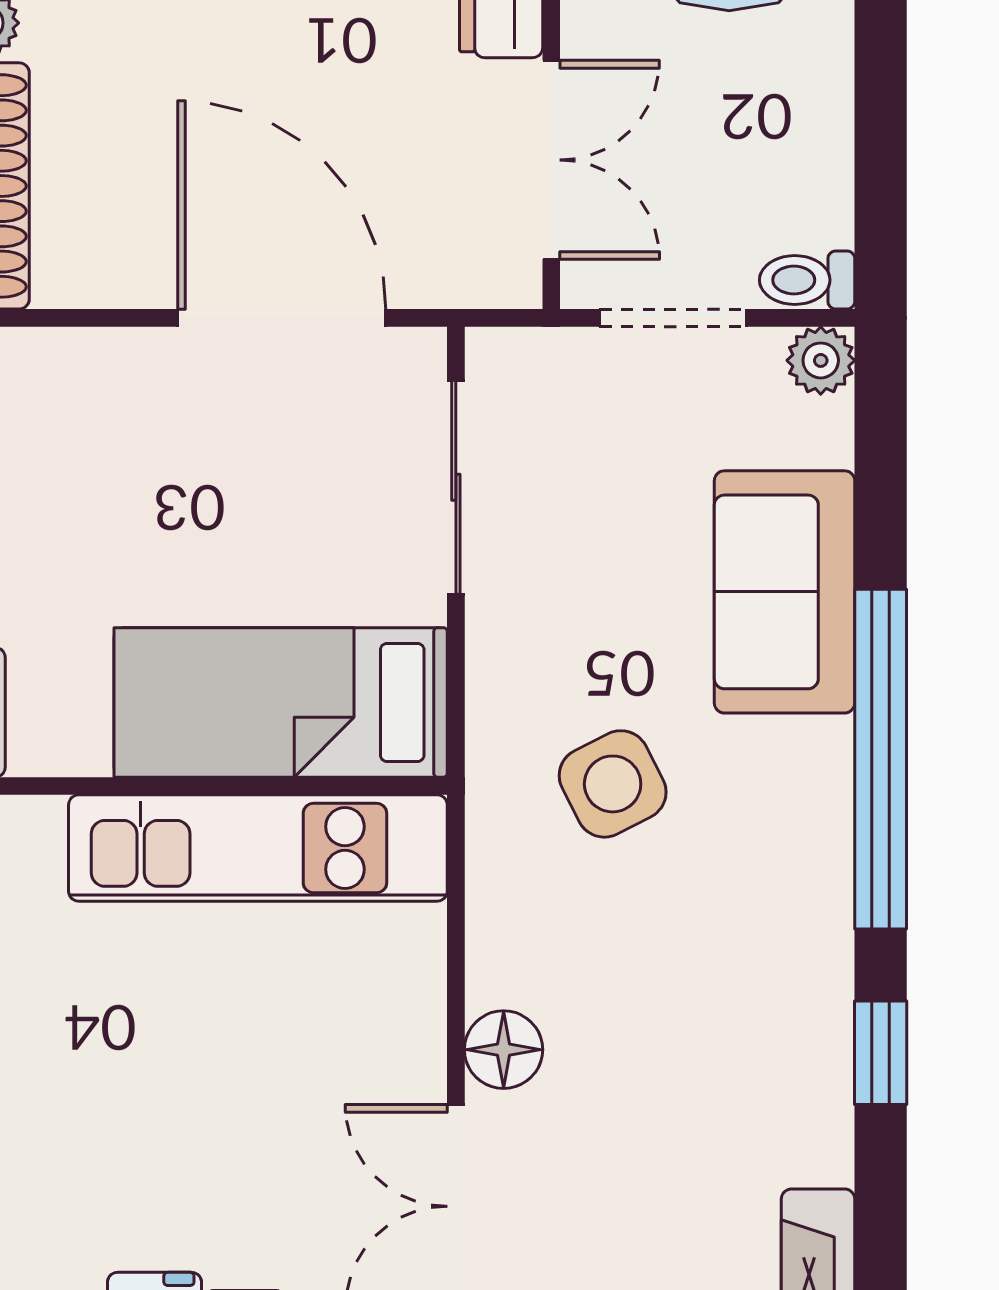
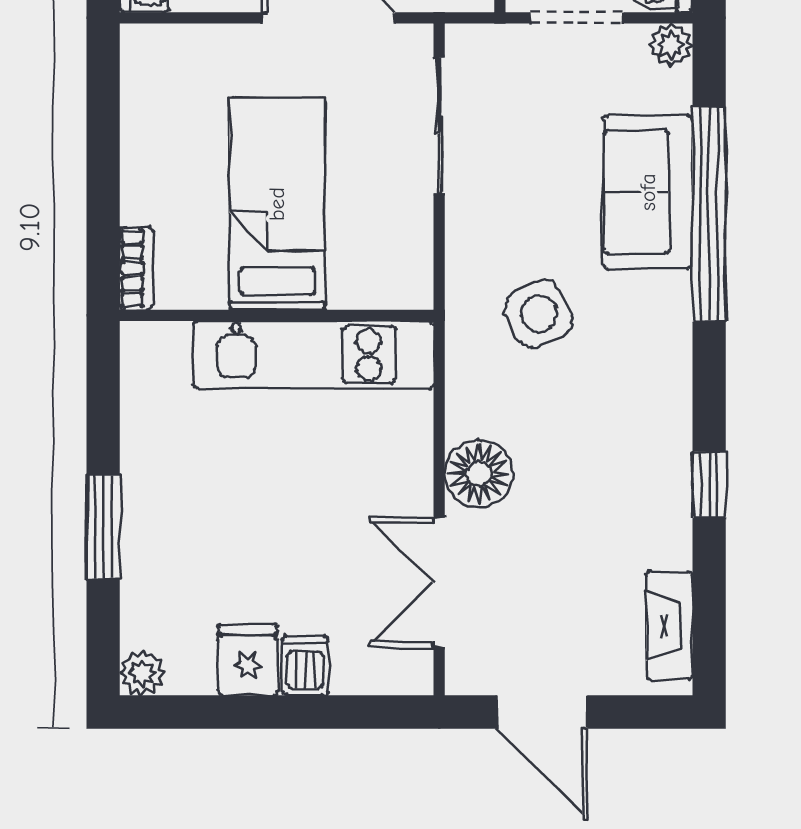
bed: (281, 702) -> (277, 204), moved, turned 90
window: (881, 759) -> (709, 214), moved
floor lamp: (504, 1050) -> (479, 474), width x1.38, depth x1.38

